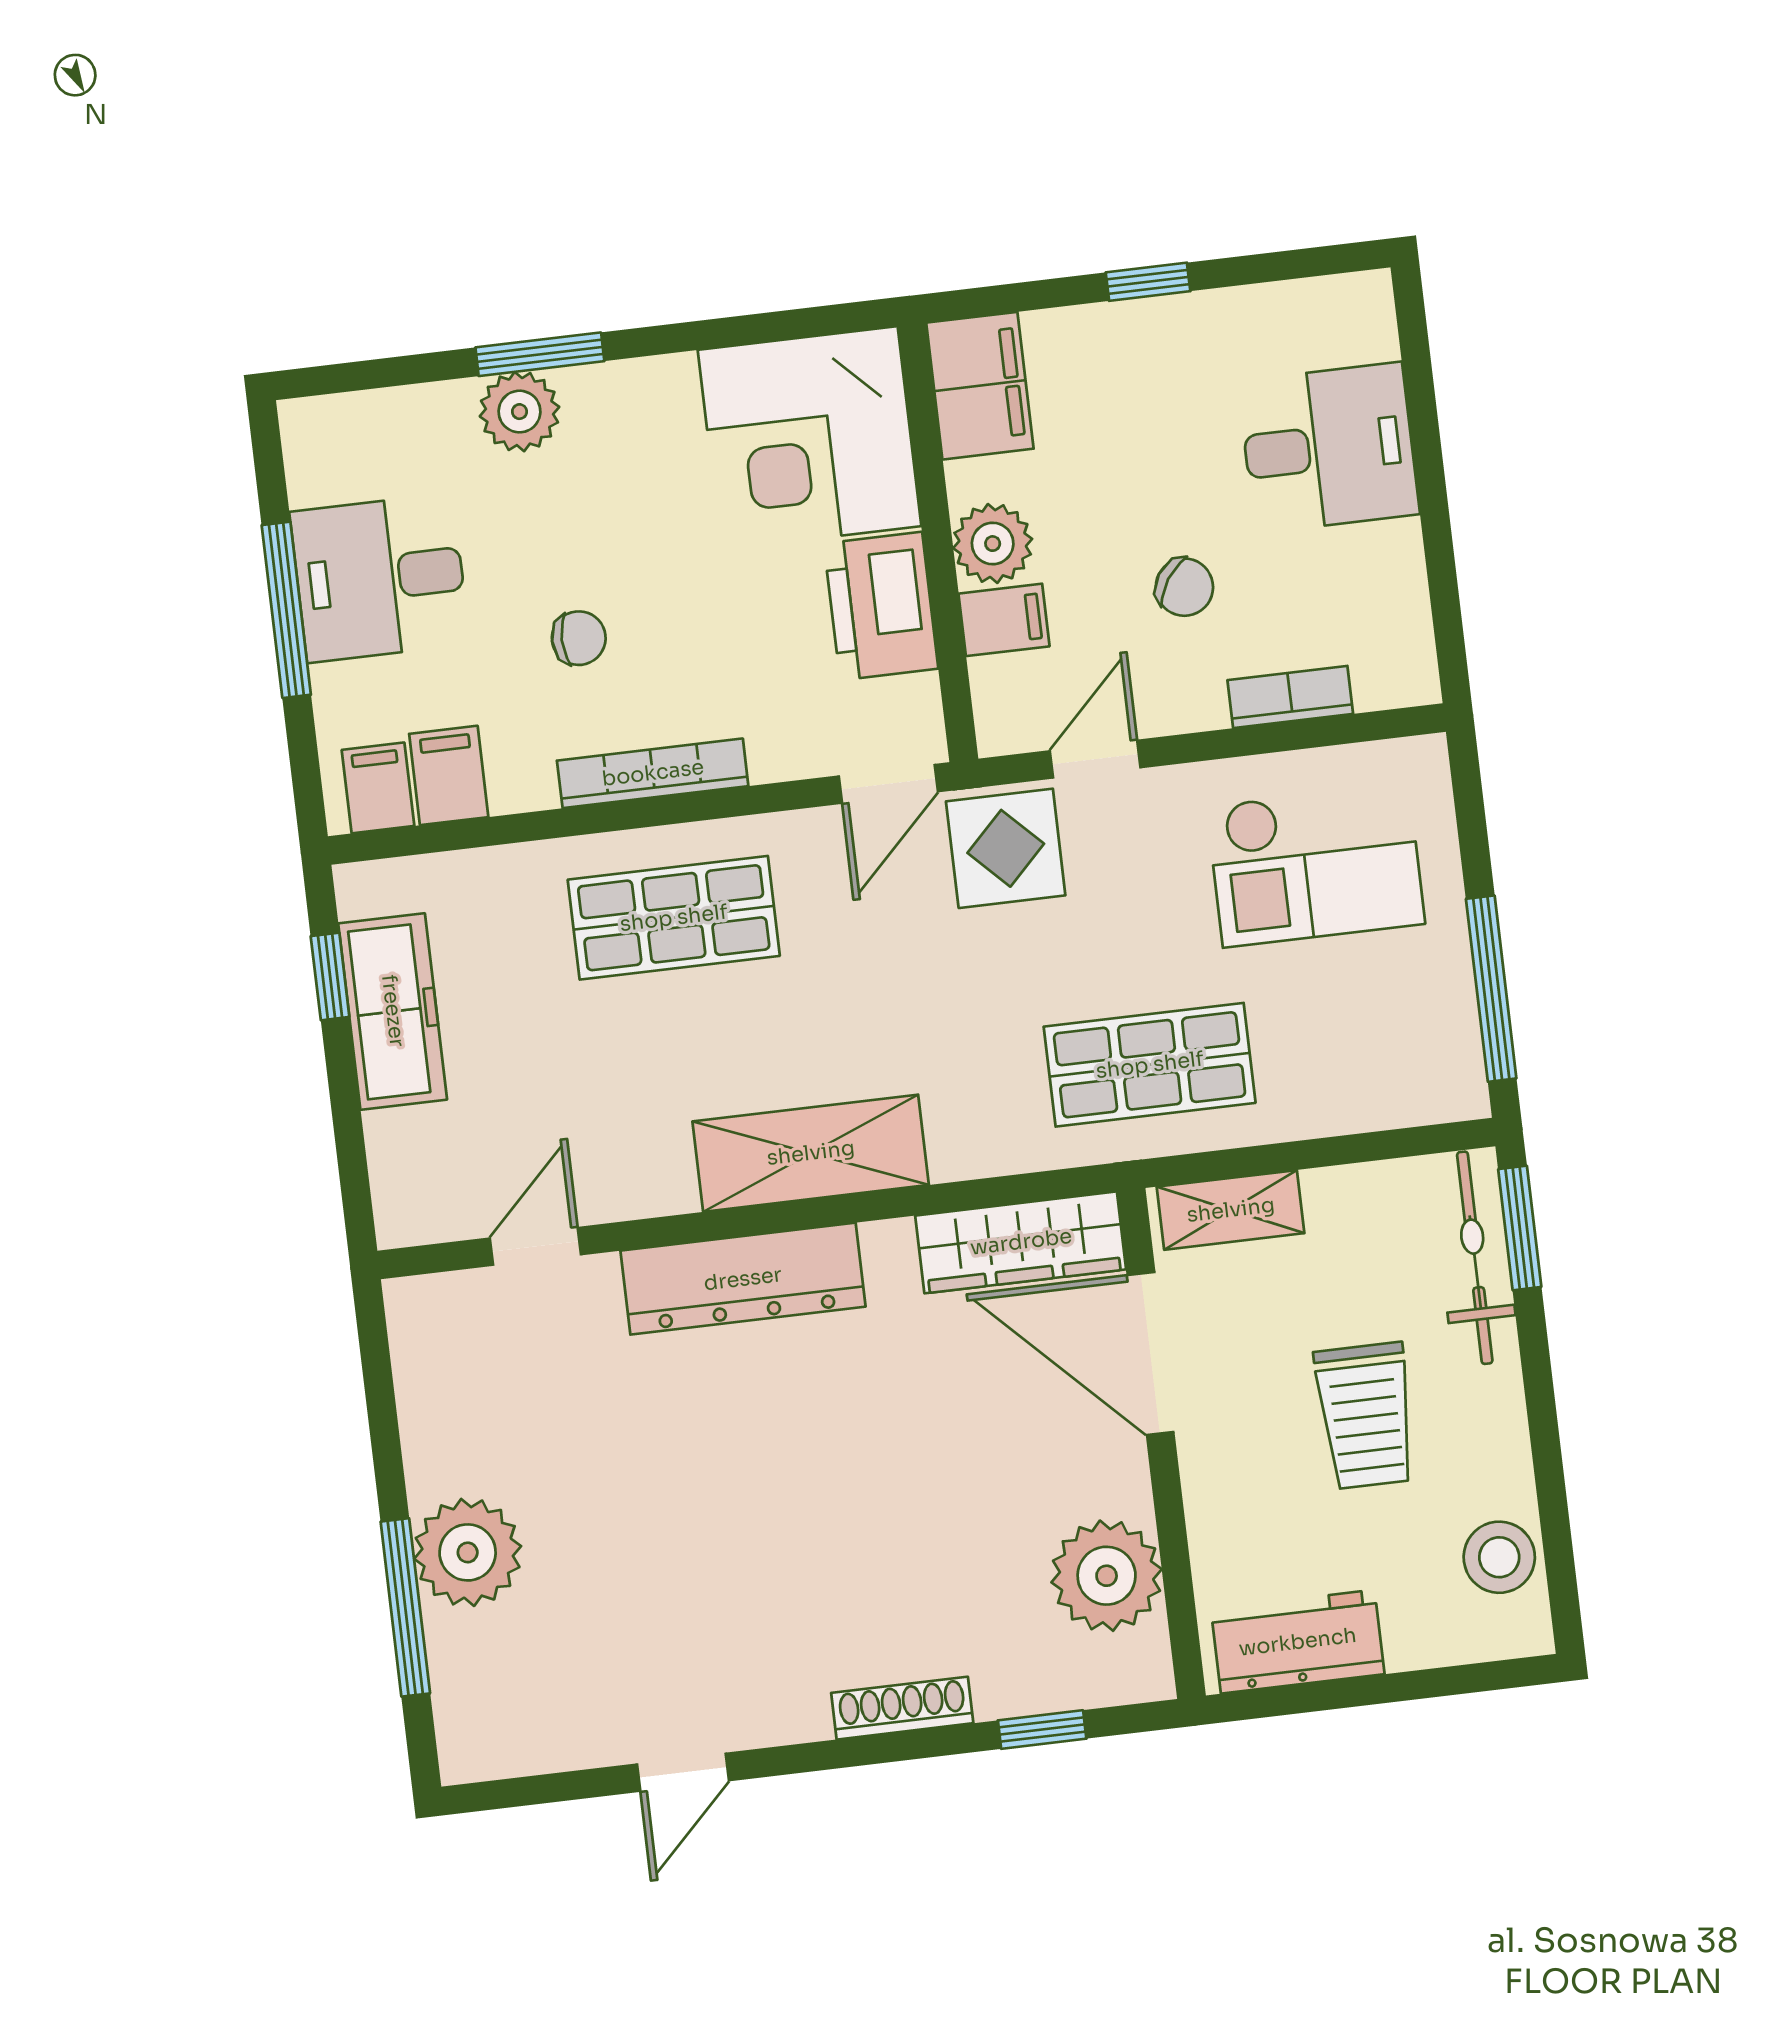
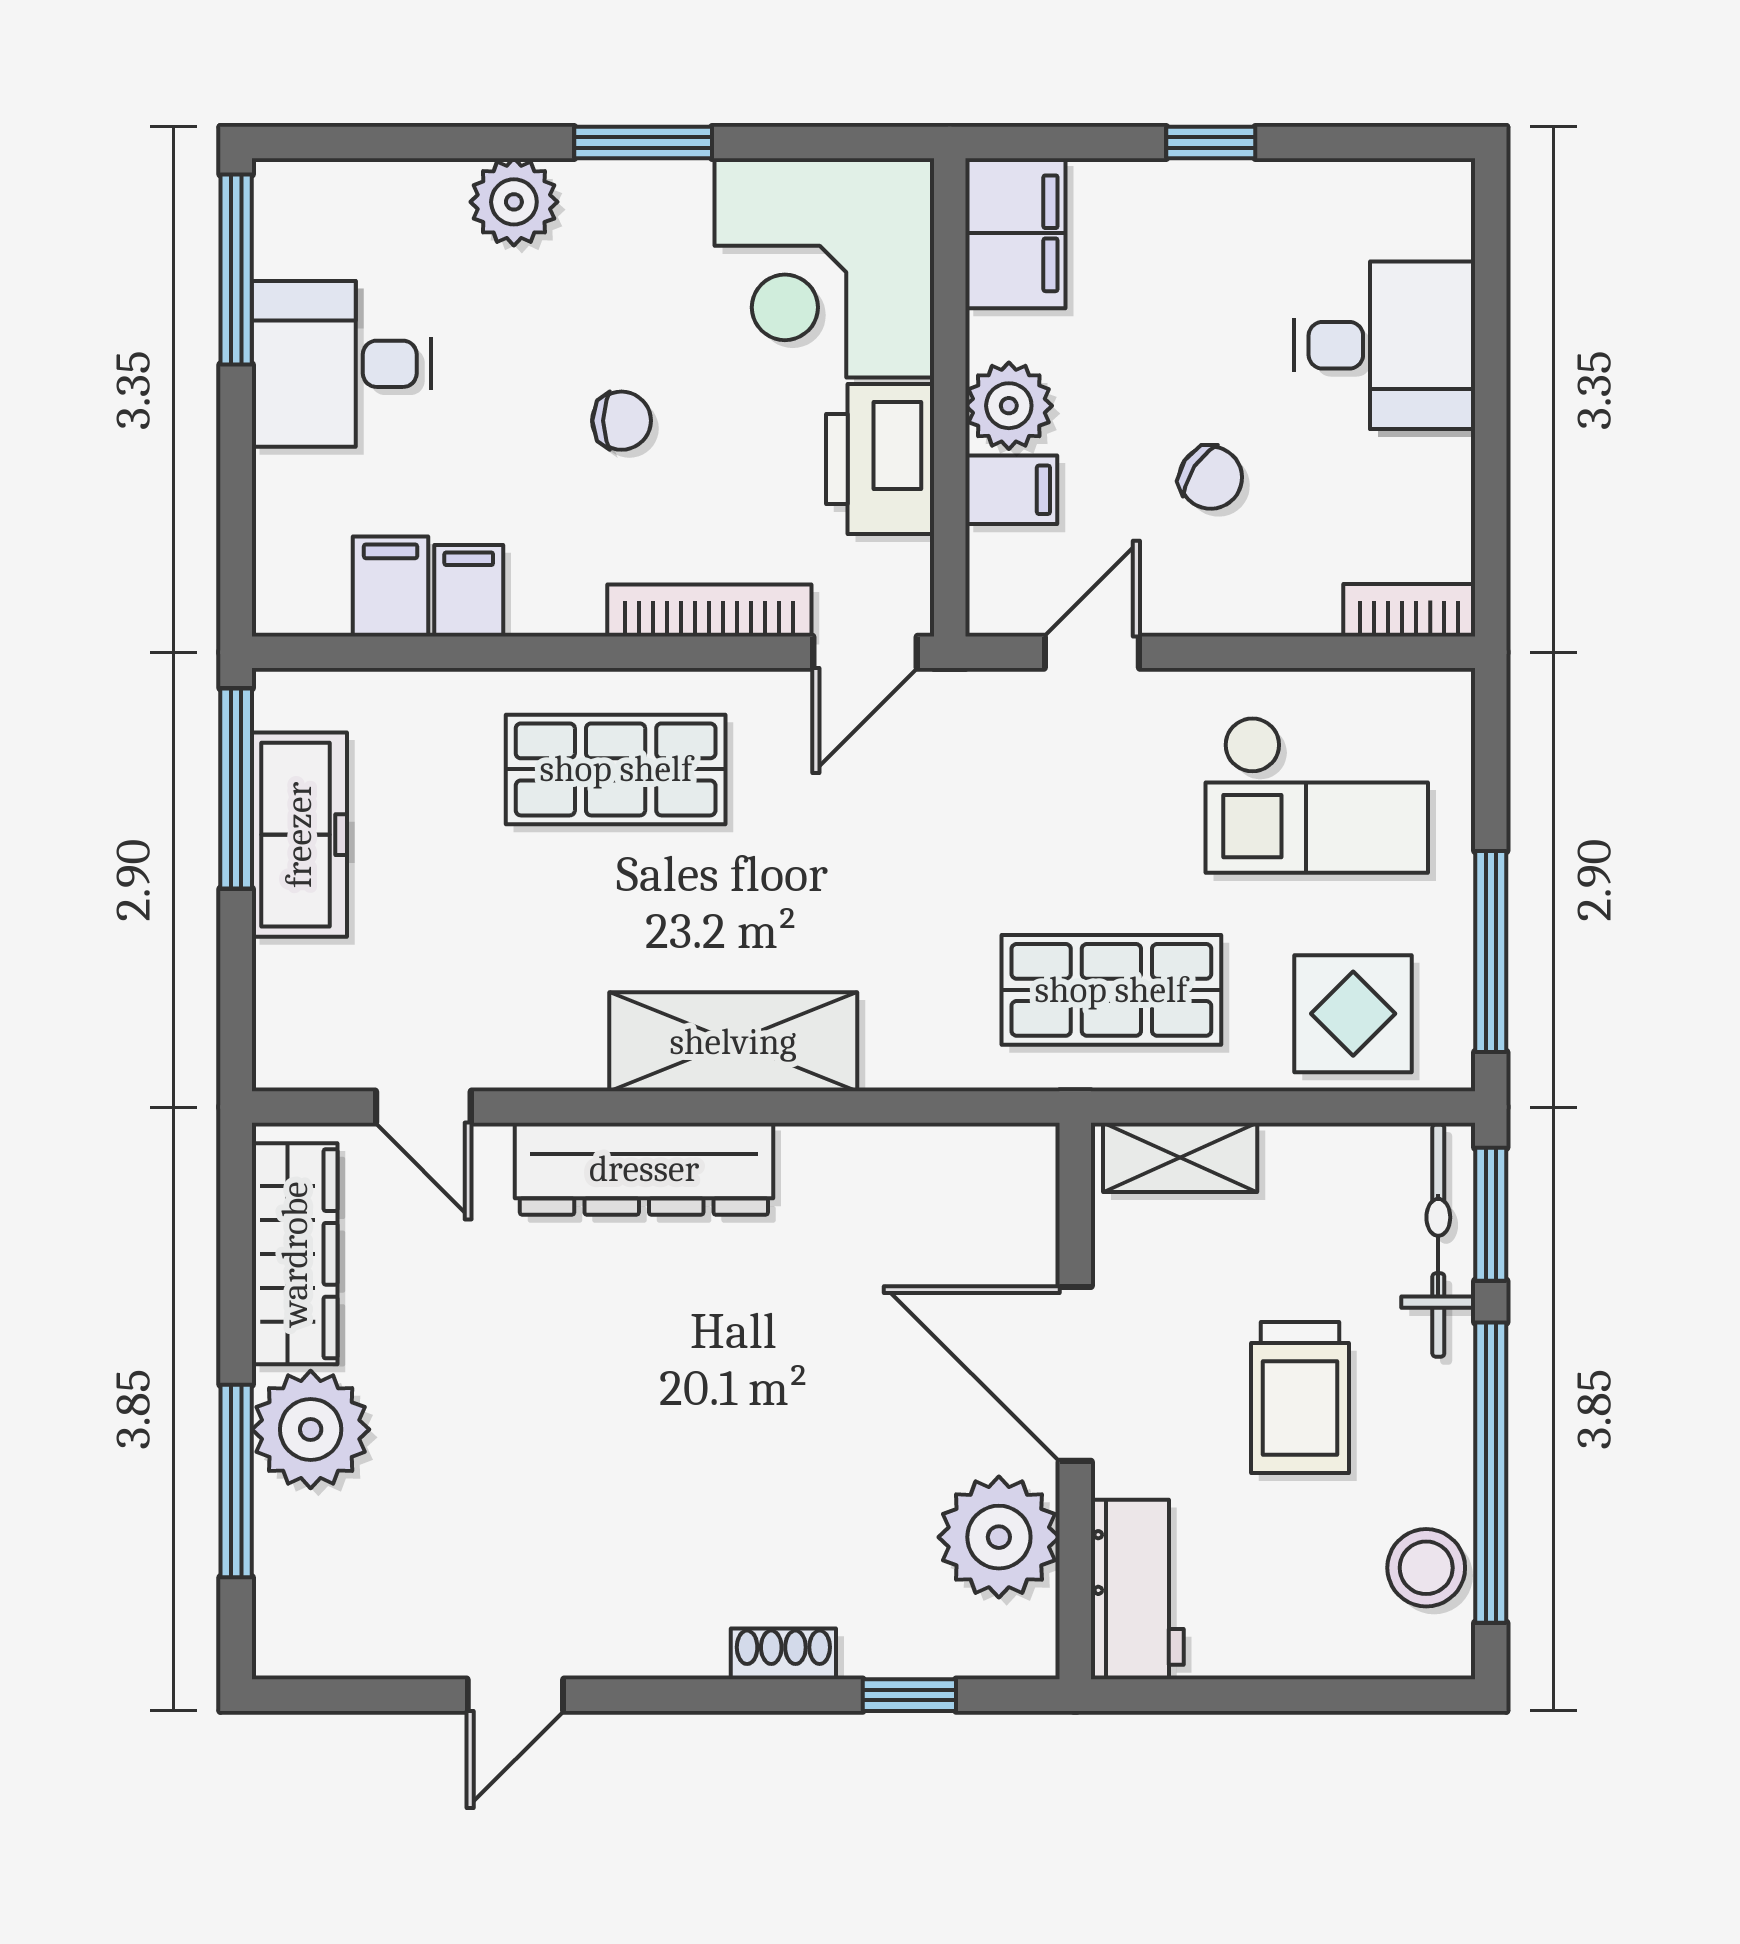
window: (540, 354) -> (643, 143), moved
window: (286, 610) -> (236, 270), moved
chair: (579, 638) -> (622, 421), moved
bookcase: (1290, 697) -> (1409, 610), moved
bookcase: (653, 773) -> (709, 610), moved
filing cabinet: (378, 788) -> (469, 591), moved
display table: (1006, 848) -> (1353, 1014), moved
window: (330, 976) -> (236, 789), width x2.17
wardrobe: (1021, 1242) -> (295, 1254), moved, turned -90
door: (535, 1246) -> (423, 1107), swing flipped
door: (1151, 1354) -> (1075, 1374), moved
window: (1548, 1464) -> (1491, 1473), added
workbench: (1298, 1642) -> (1137, 1589), moved, turned 90
shoe rack: (902, 1708) -> (783, 1654), width x0.70

